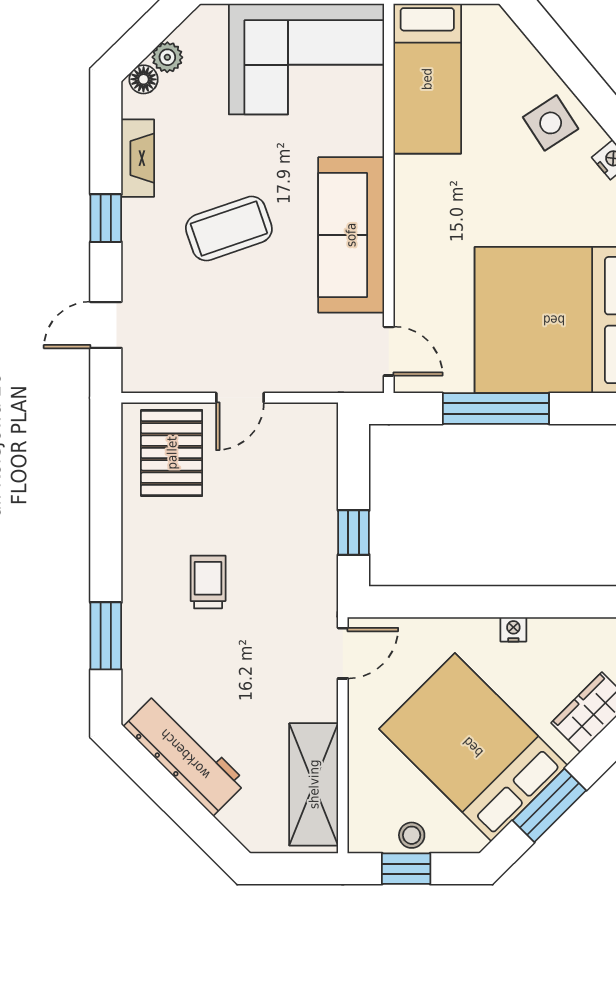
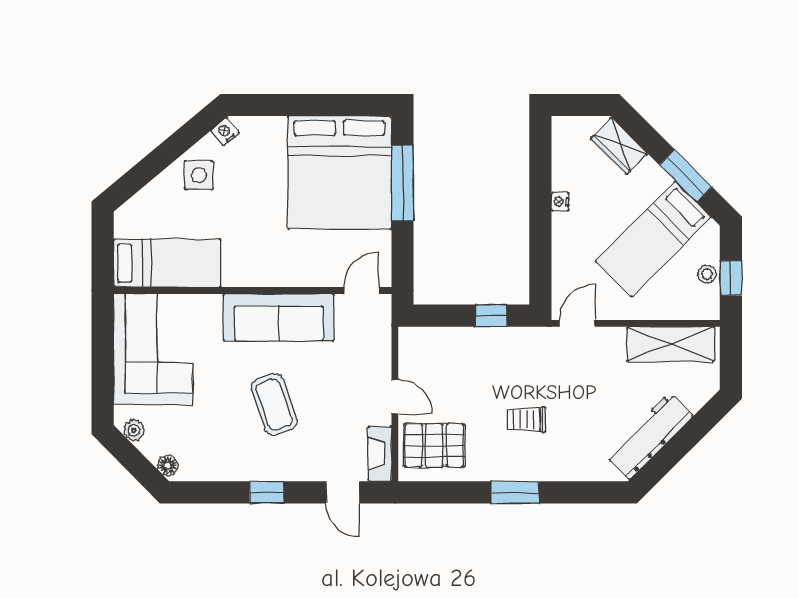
plant: (167, 57) -> (134, 430), moved
side table: (551, 123) -> (199, 175), turned 33
fireplace: (138, 158) -> (380, 454), moved, turned -90
window: (496, 408) -> (402, 183), moved
window: (106, 636) -> (515, 492), moved
door: (343, 653) -> (577, 323), hinge flipped
bed: (473, 747) -> (653, 239), width x0.67

